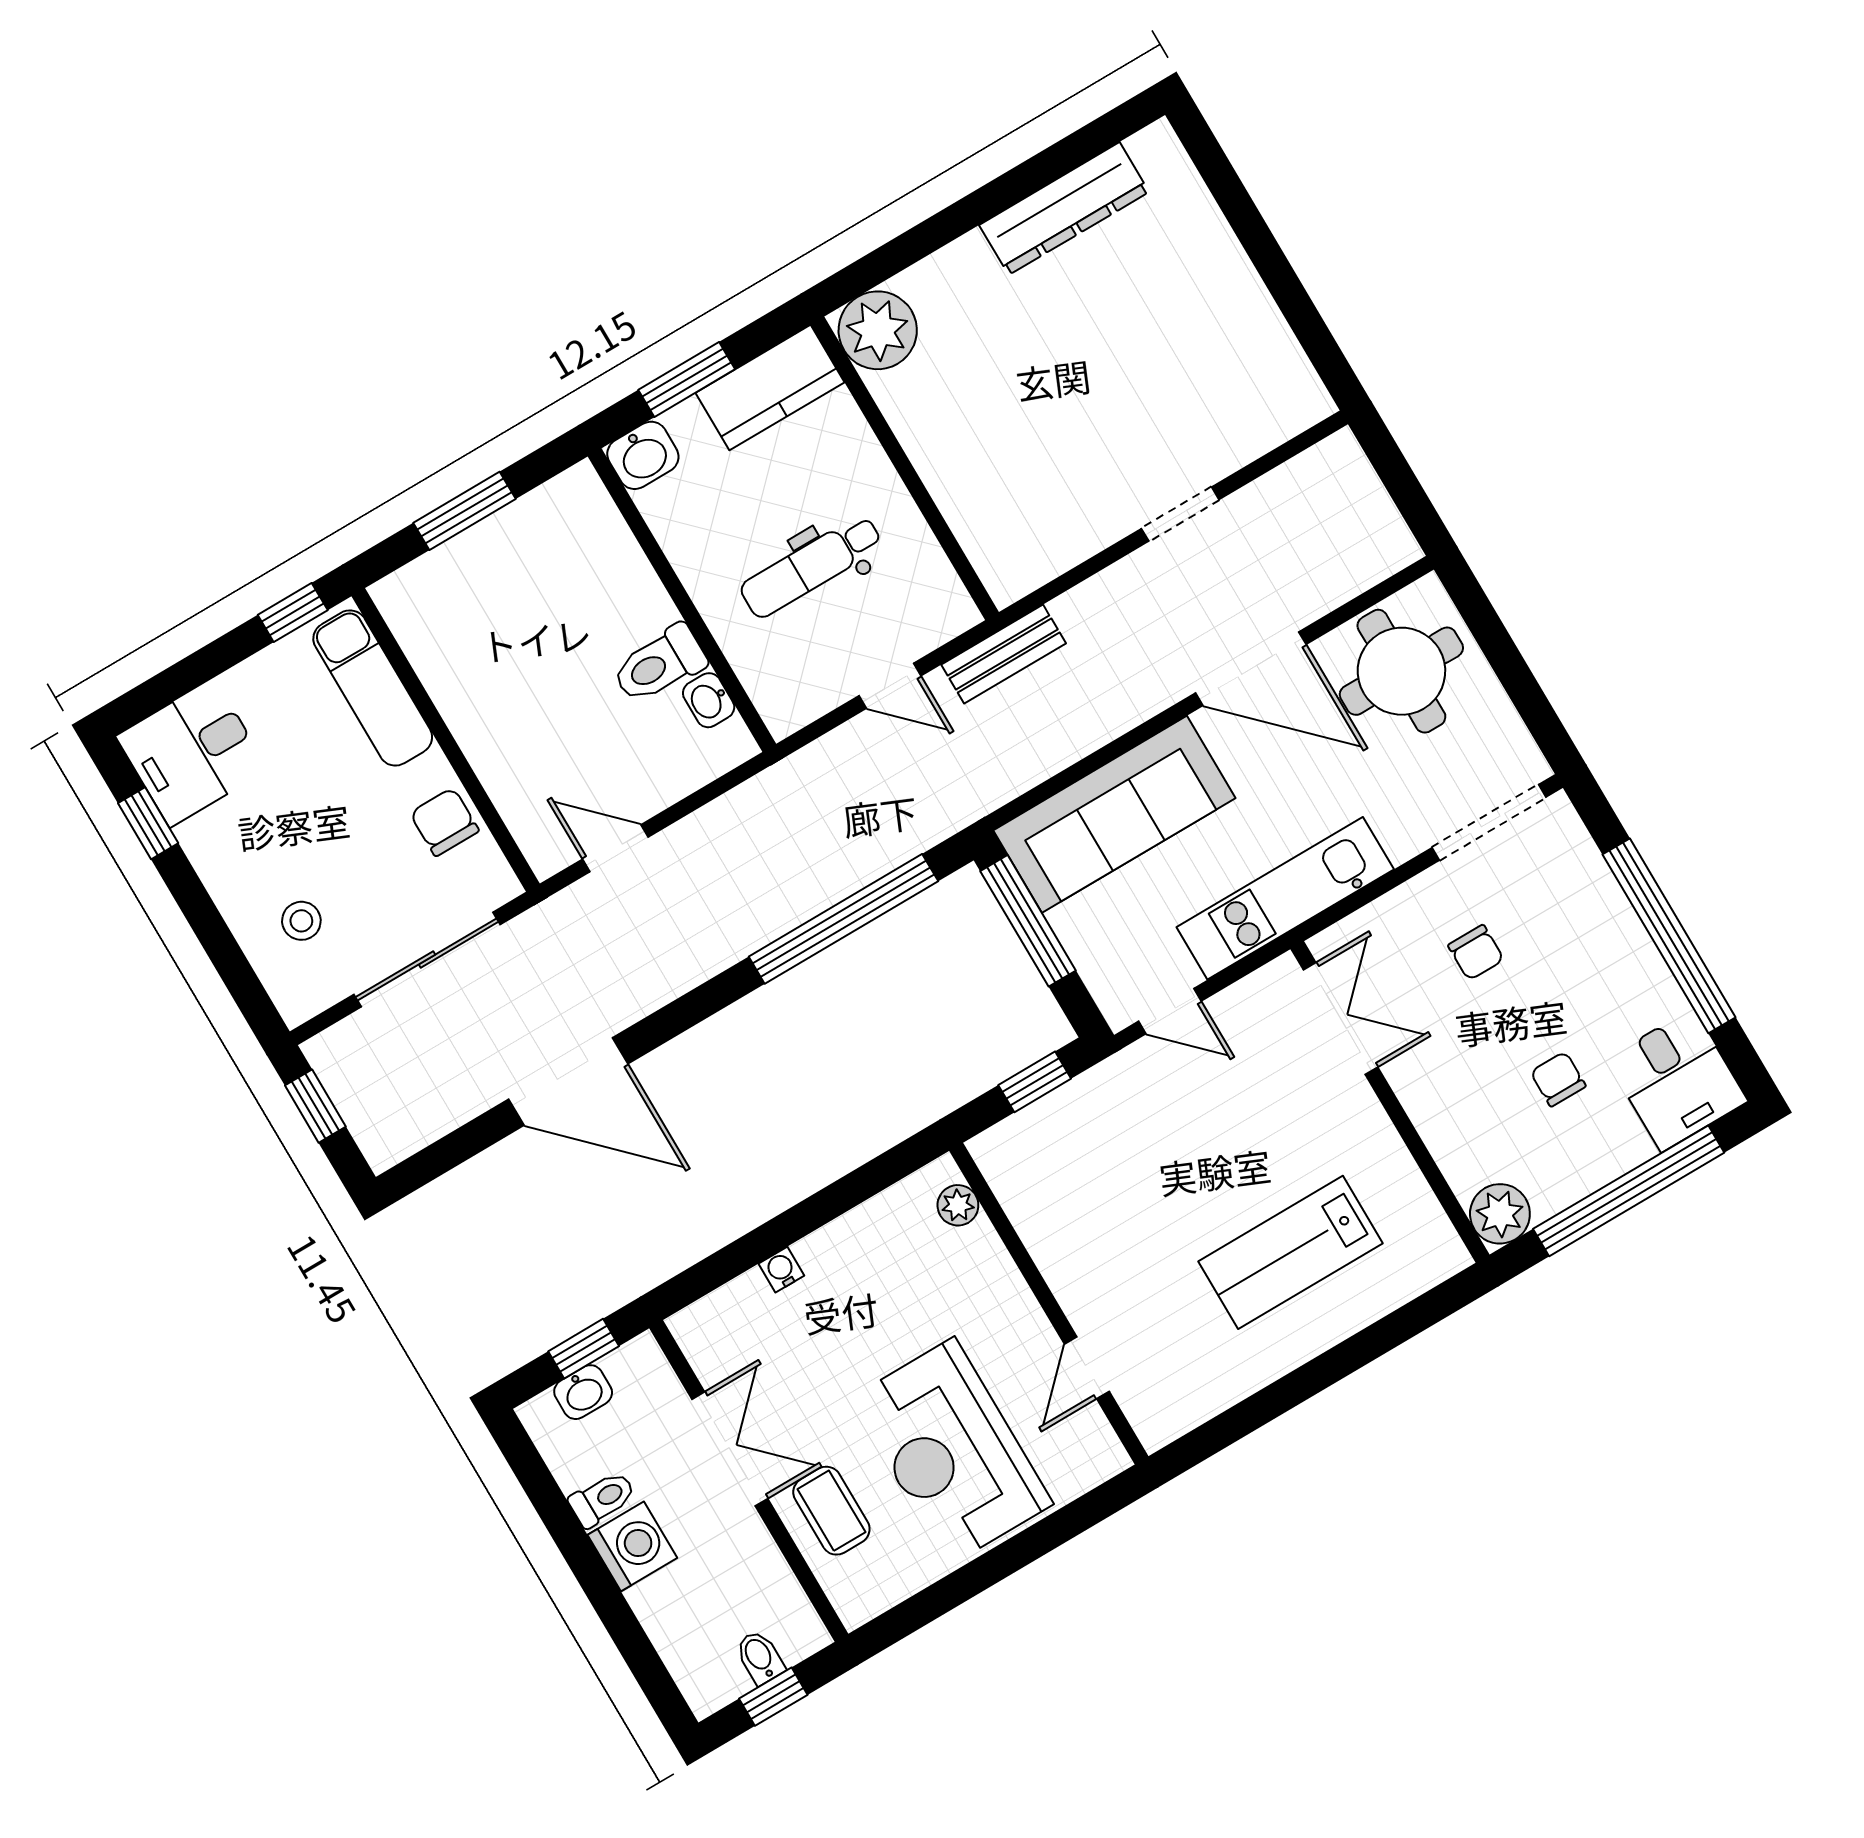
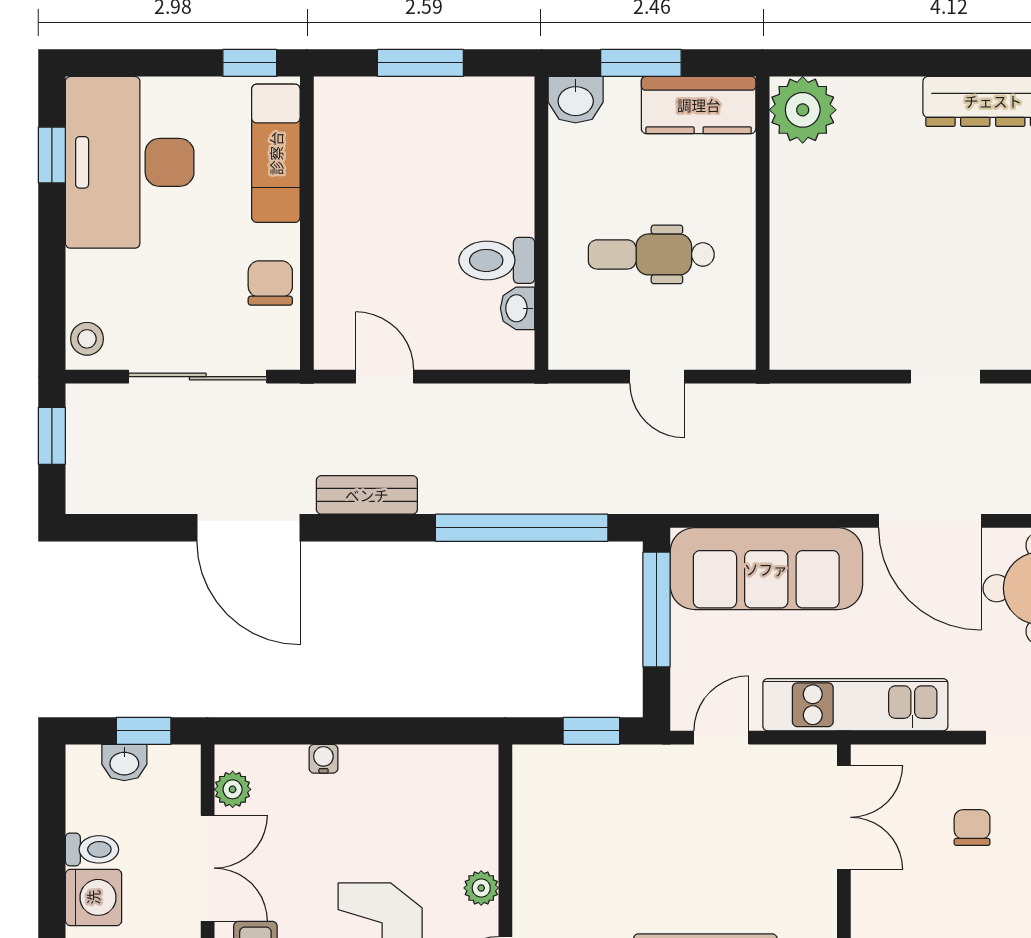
bench: (1004, 654) -> (367, 495), moved
desk: (192, 753) -> (130, 162), width x1.87, depth x1.30
stool: (301, 921) -> (87, 339), moved
chair: (1476, 952) -> (972, 828), turned 180
door: (1170, 1011) -> (721, 738), swing flipped
plant: (958, 1205) -> (481, 888), moved
plant: (708, 1355) -> (233, 789), added

